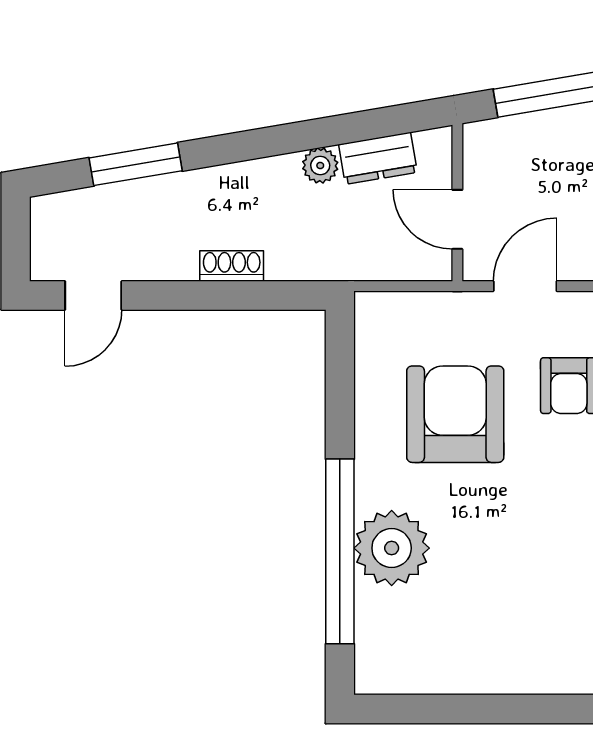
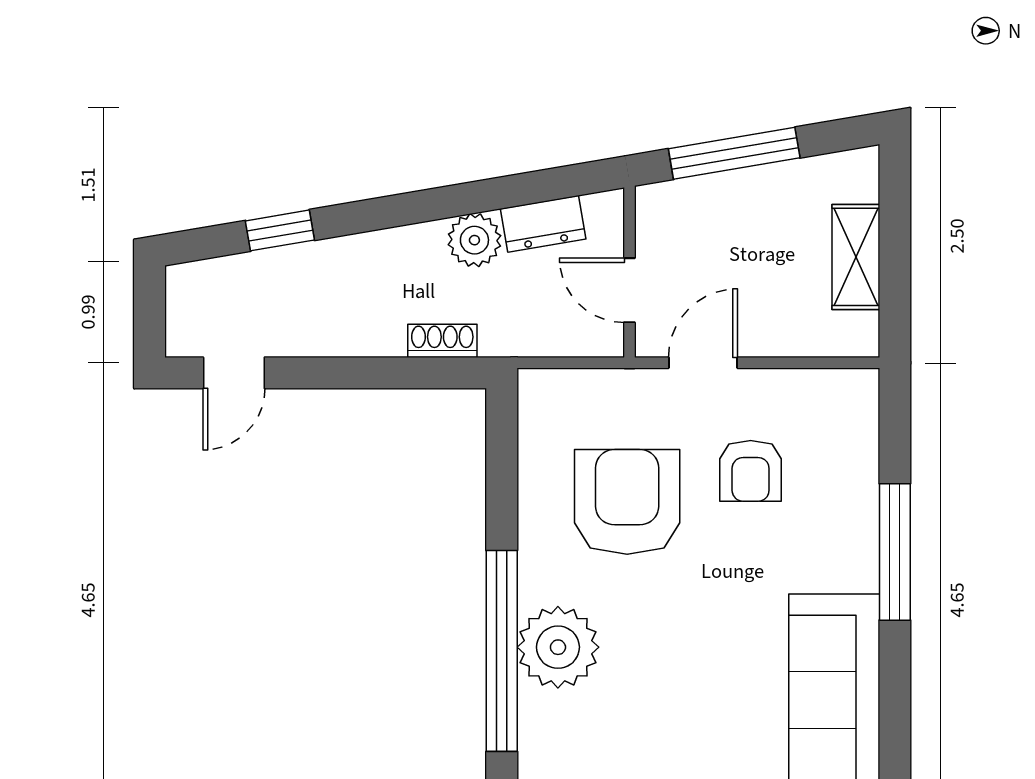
window: (136, 164) -> (280, 230), width x0.67
plant: (320, 166) -> (474, 240), width x1.38, depth x1.38
shoe rack: (232, 266) -> (442, 341), moved

